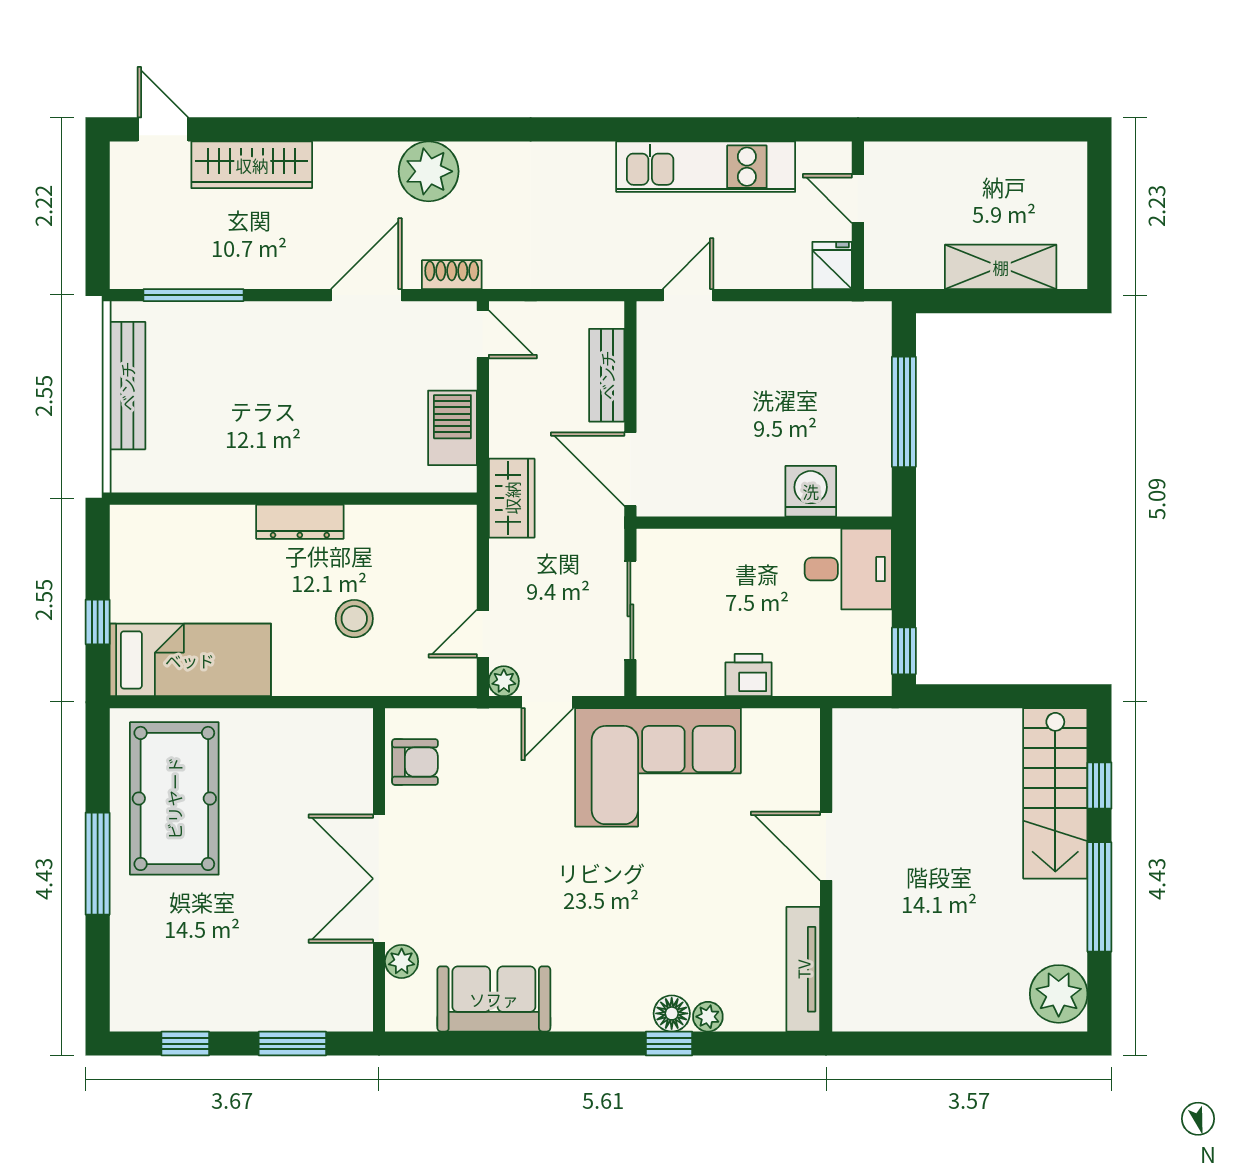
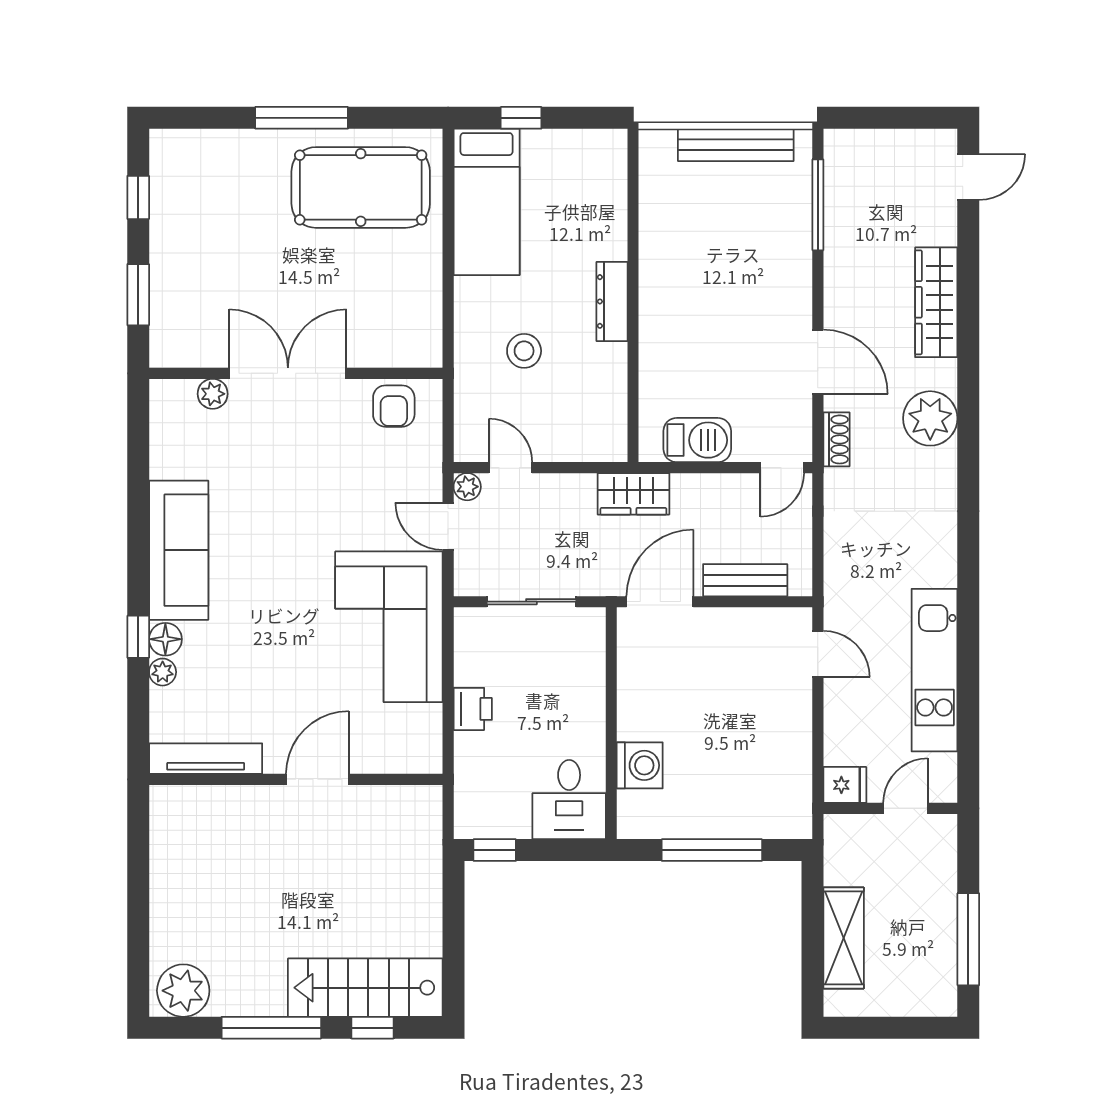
window: (1002, 129) -> (968, 939), added
wardrobe: (252, 165) -> (936, 302), moved
sofa: (494, 999) -> (179, 550), moved, width x1.36

